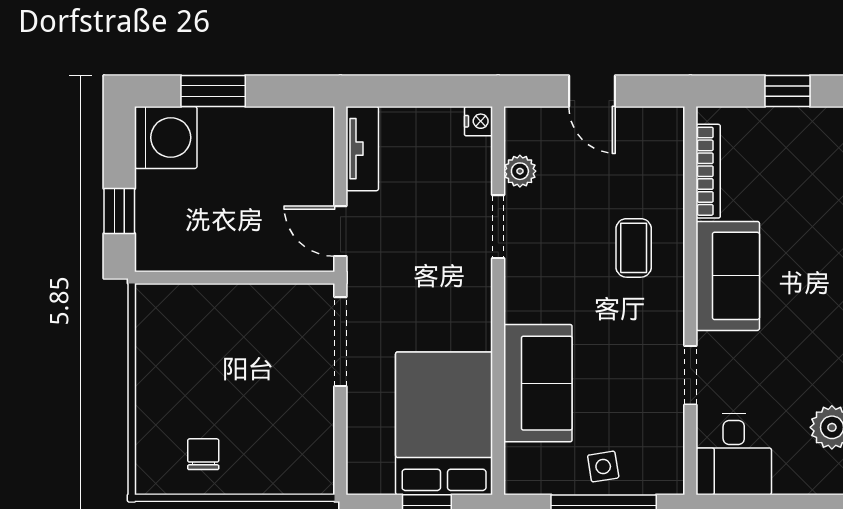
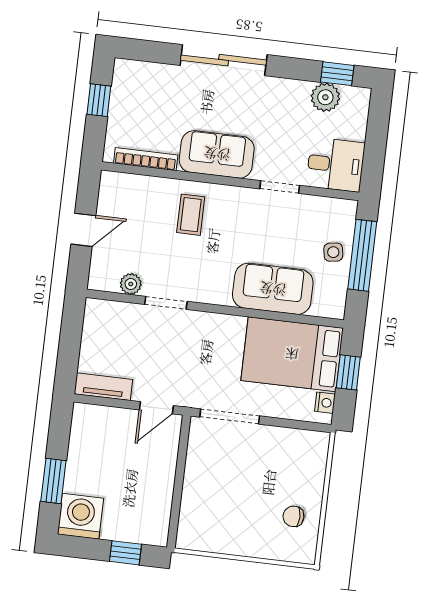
nightstand: (478, 121) -> (325, 403), moved, turned 90
coffee table: (634, 248) -> (191, 215), turned 90

